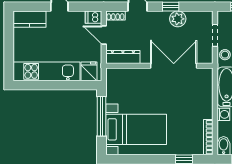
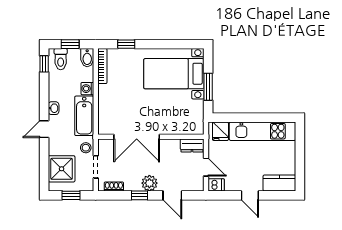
shoe rack: (115, 16) -> (114, 186), moved
plant: (178, 19) -> (149, 183), moved
dresser: (123, 57) -> (192, 145), width x0.70
window: (102, 116) -> (208, 87), width x0.69

